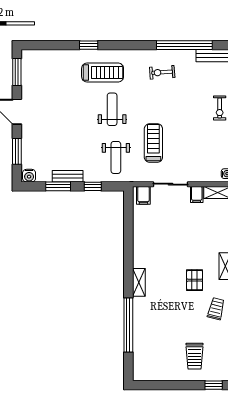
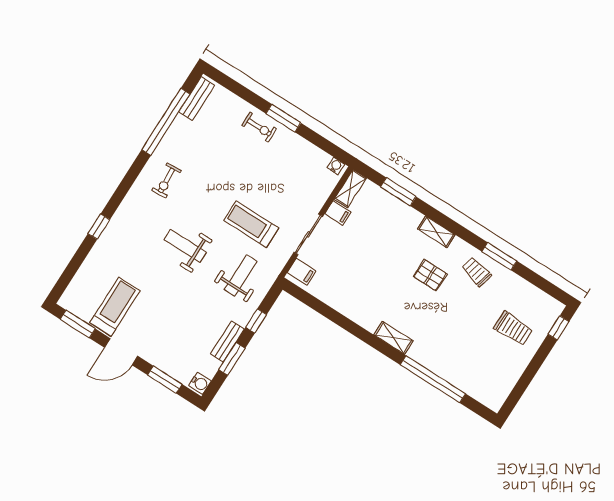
exercise bike: (162, 72) -> (167, 180), moved
treadmill: (103, 73) -> (115, 307), moved
weight bench: (116, 157) -> (241, 275), turned -90

